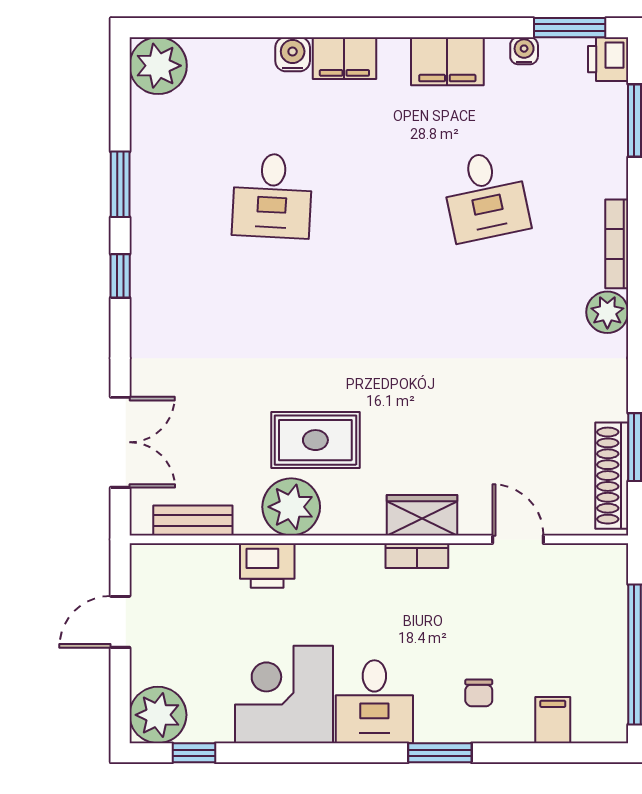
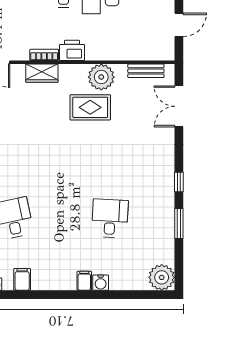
filing cabinet: (344, 58) -> (84, 281), width x0.50
filing cabinet: (447, 61) -> (22, 279), width x0.50
printer: (267, 566) -> (72, 50), moved

